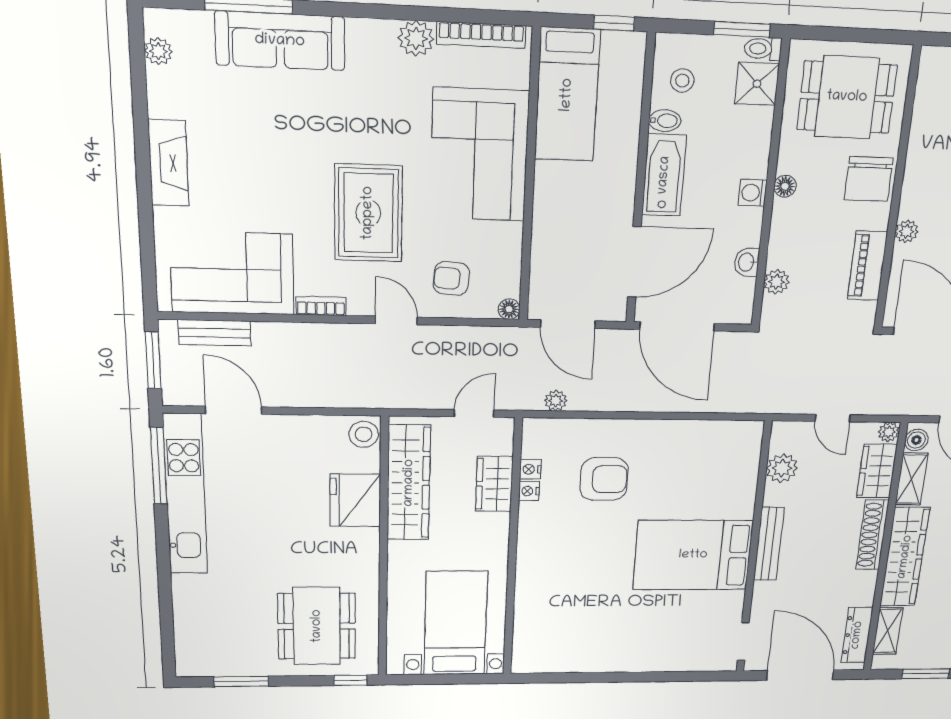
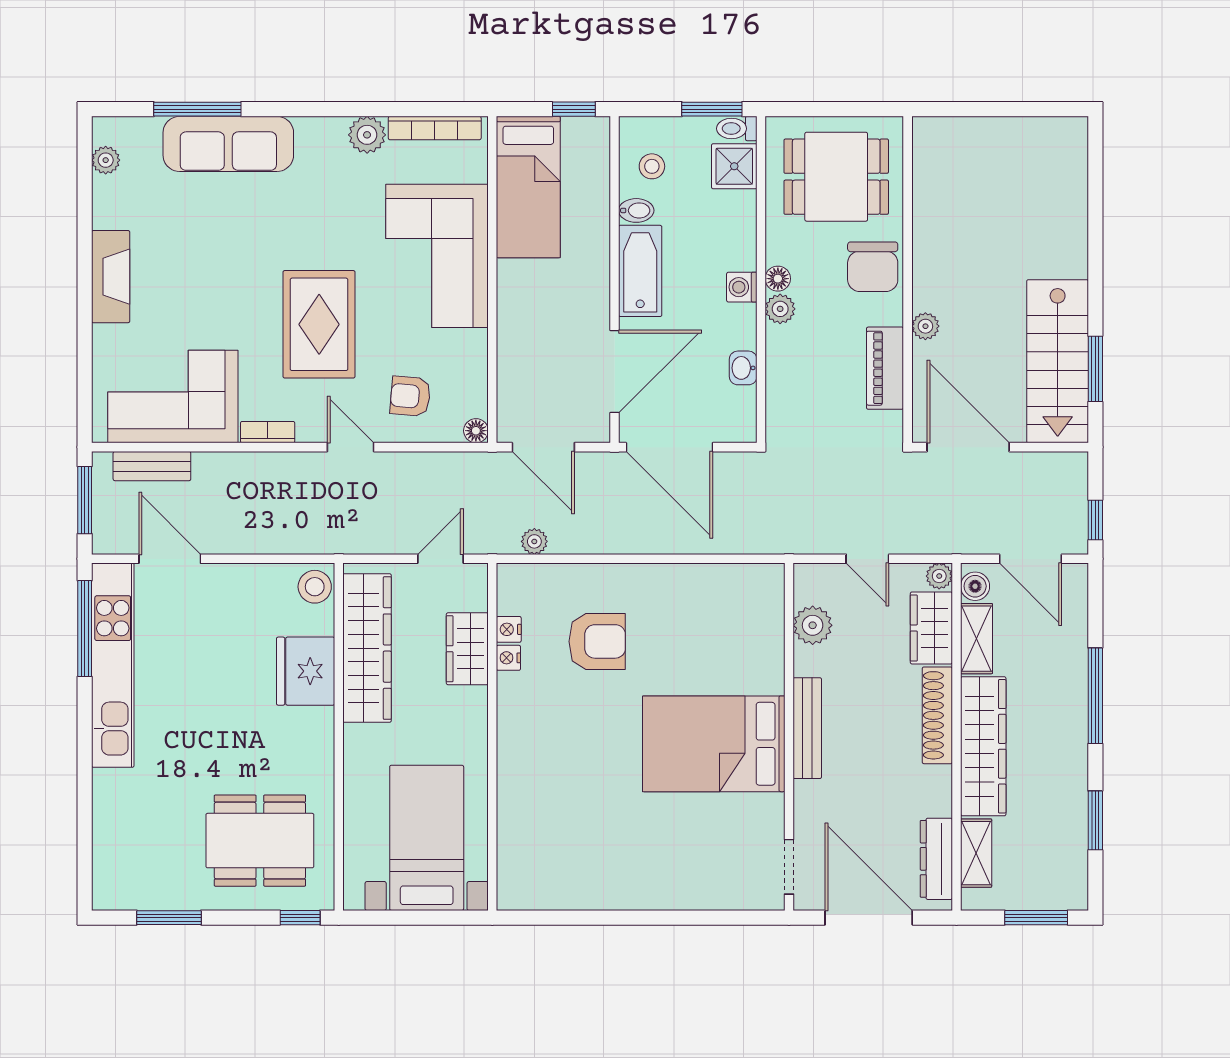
plant: (776, 282) -> (780, 309), moved
dining table: (317, 626) -> (260, 841), turned 90

